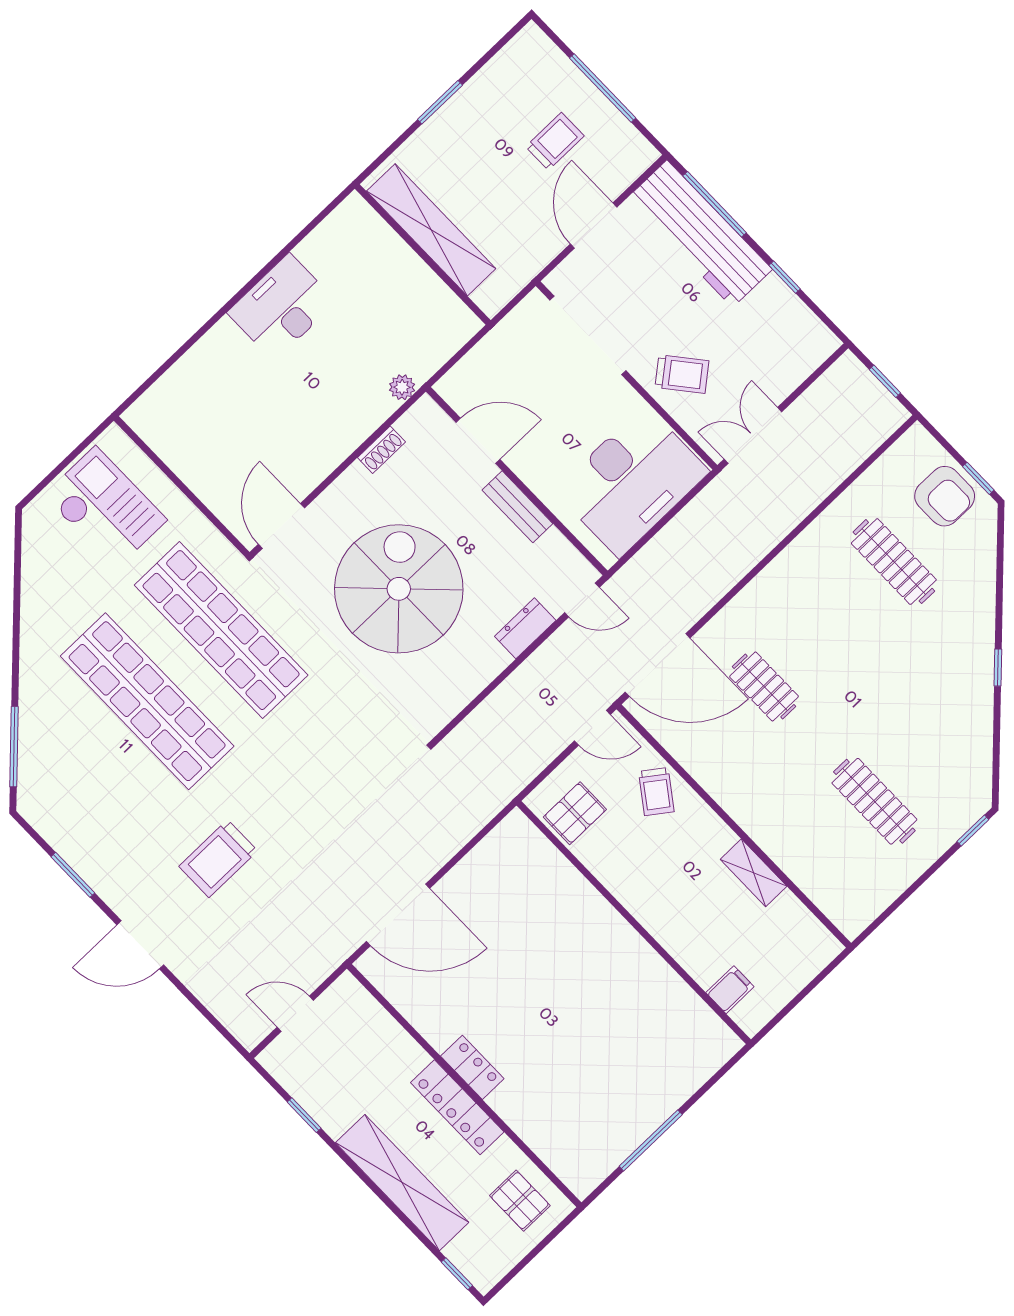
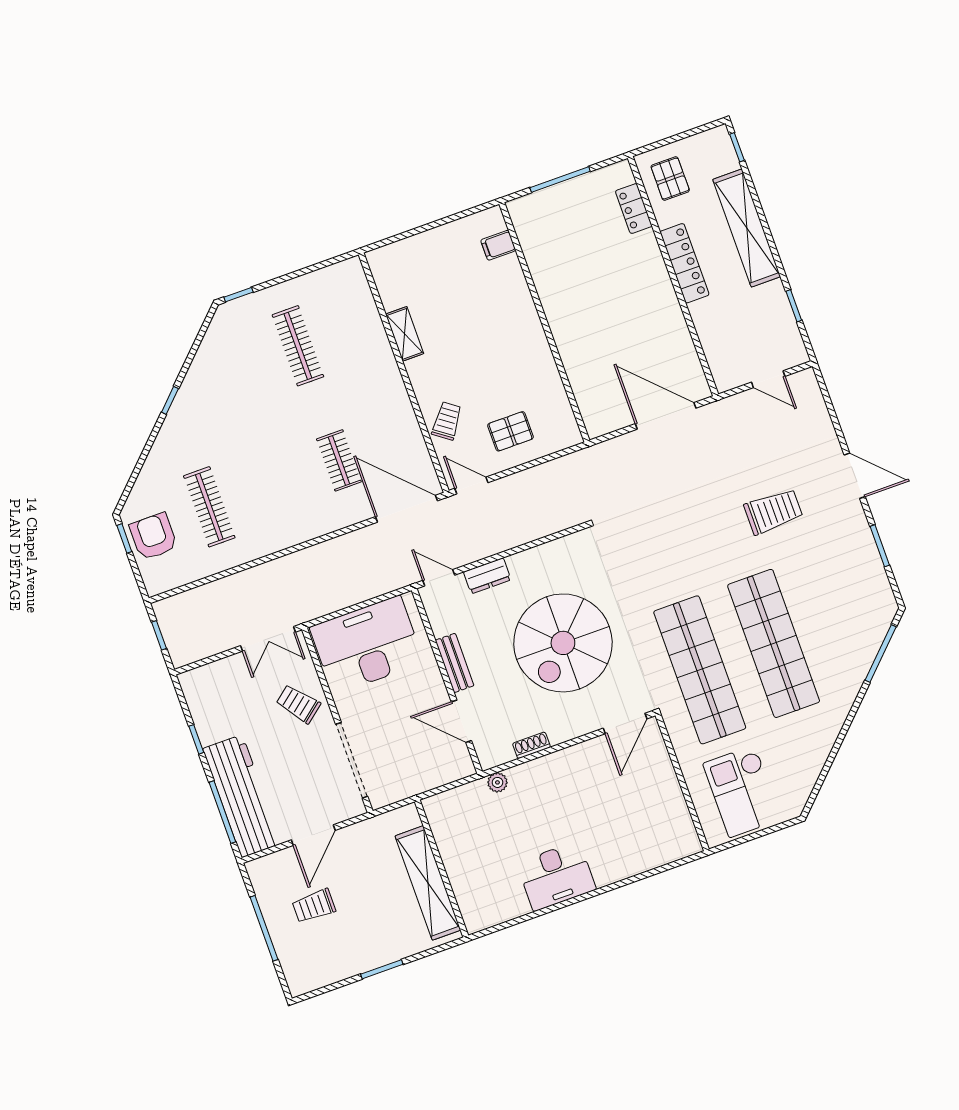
wall: (634, 923) -> (544, 322), moved
filing cabinet: (730, 990) -> (498, 245), moved
locker: (472, 1067) -> (634, 209), moved

